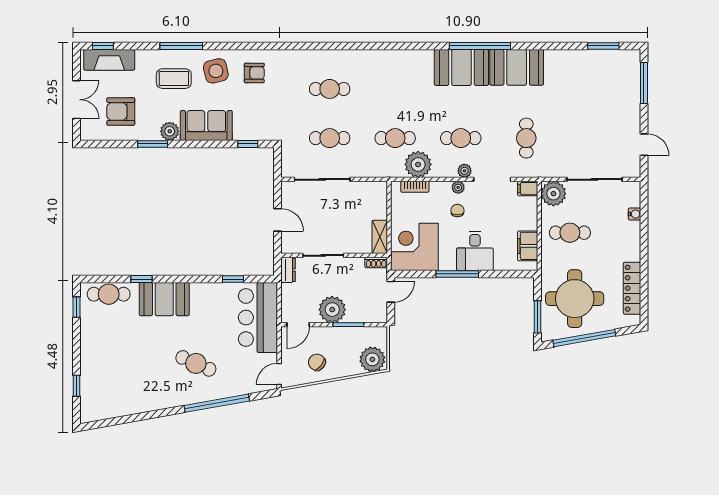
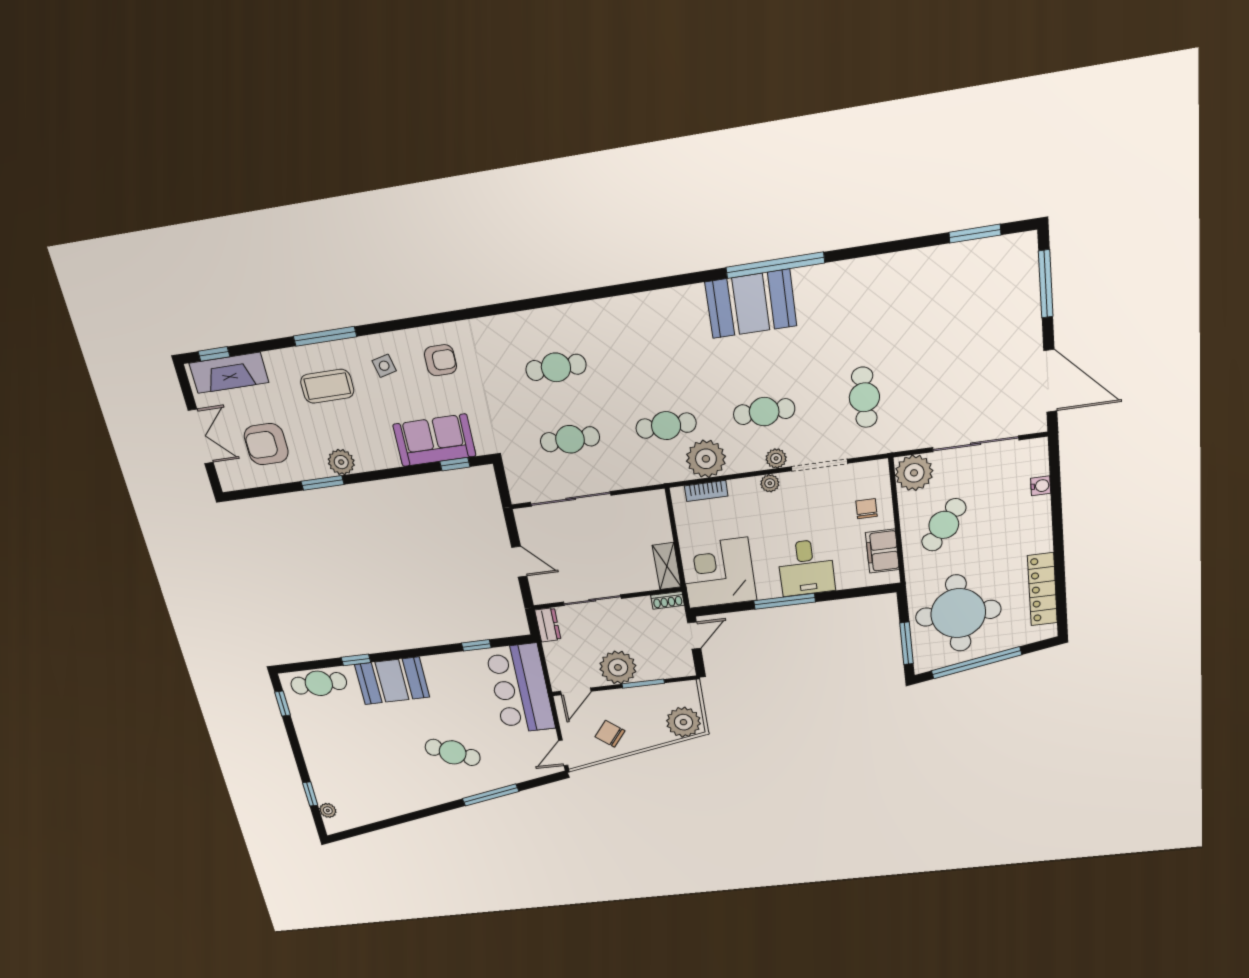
booth: (517, 67) -> (838, 290), removed
side table: (216, 71) -> (384, 366), width x0.54, depth x0.54
sofa: (206, 126) -> (434, 440), moved
door: (644, 145) -> (1050, 381), width x1.88
filing cabinet: (528, 189) -> (874, 471), removed
chair: (457, 211) -> (866, 509), moved
cafe table: (570, 233) -> (944, 525), turned -52
plant: (86, 402) -> (328, 810), added
window: (217, 403) -> (491, 795), width x0.68

